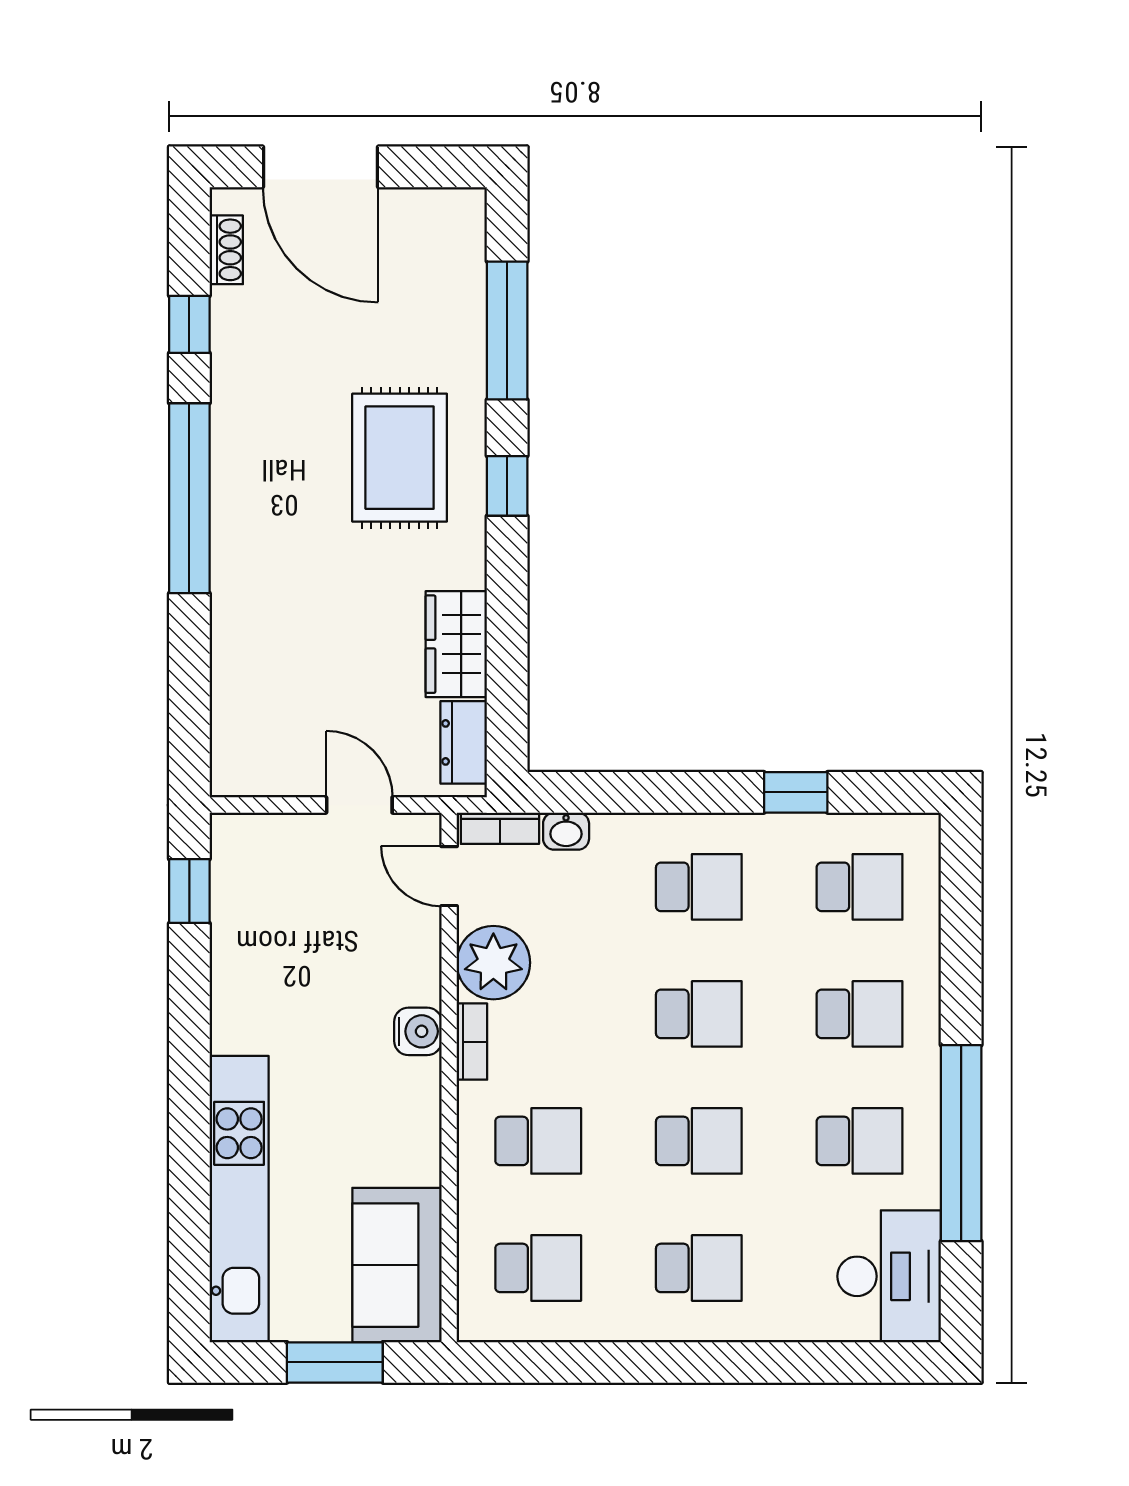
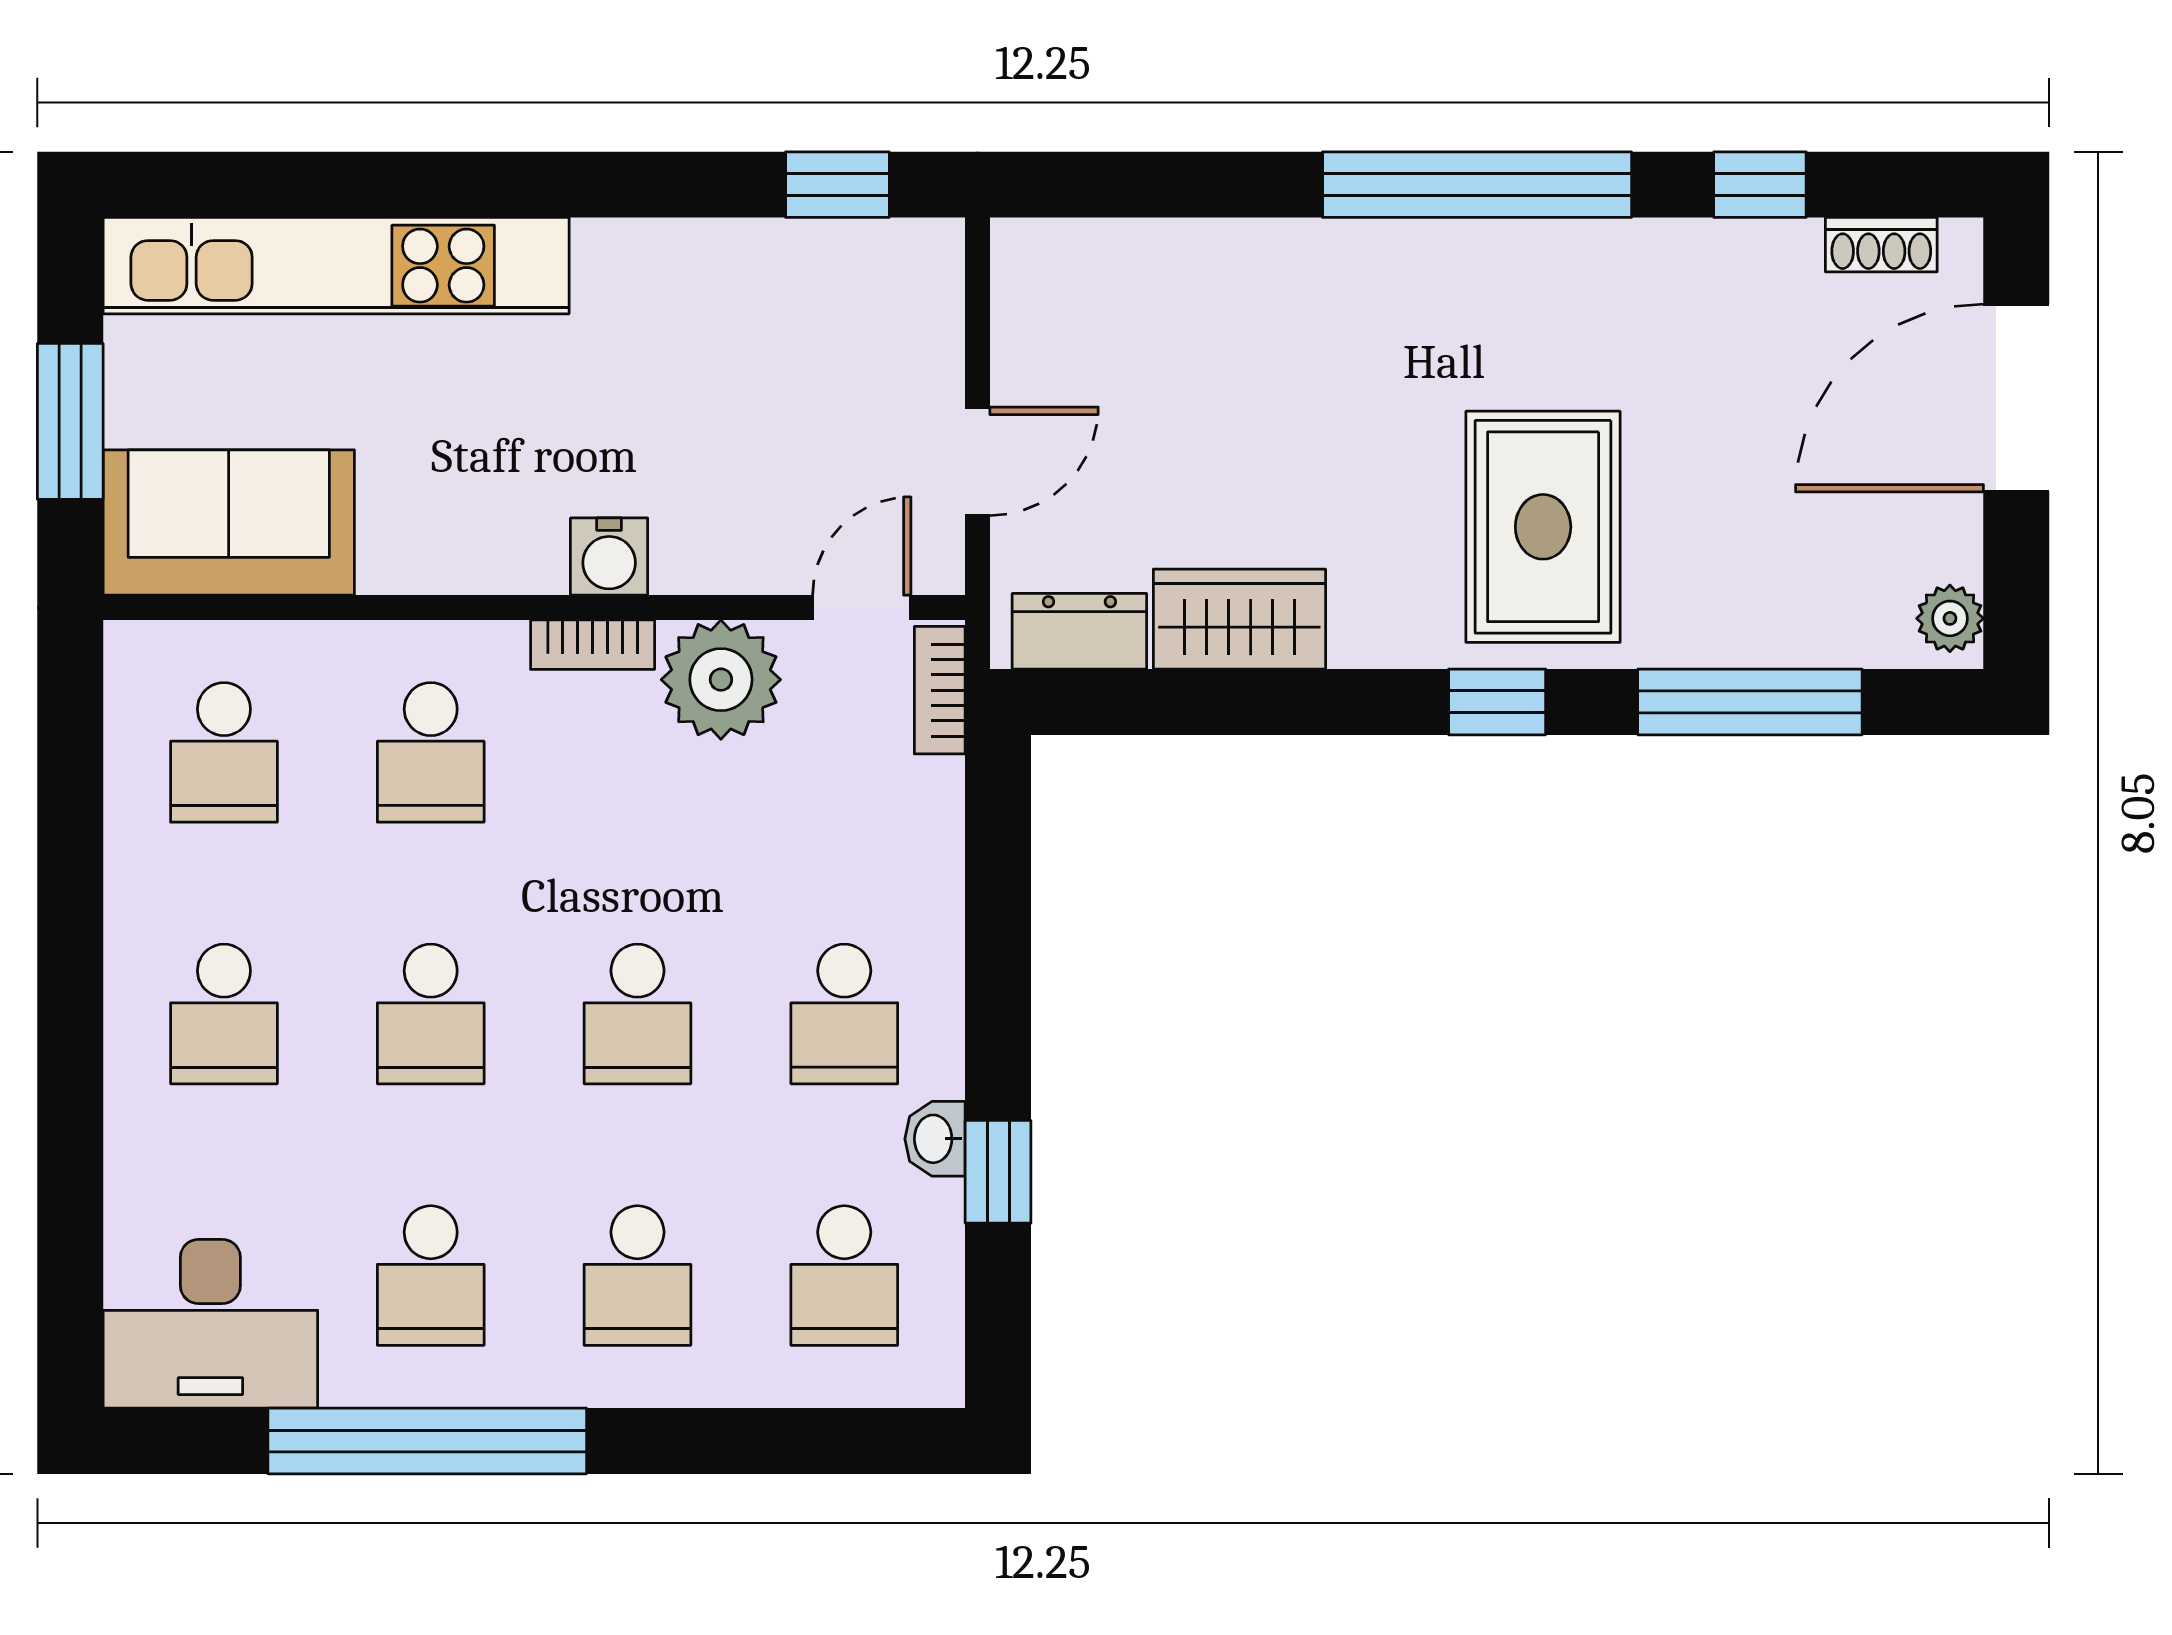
plant: (456, 208) -> (1950, 618), added
rug: (400, 458) -> (1543, 527), turned 90
washbasin: (566, 831) -> (935, 1139), moved

